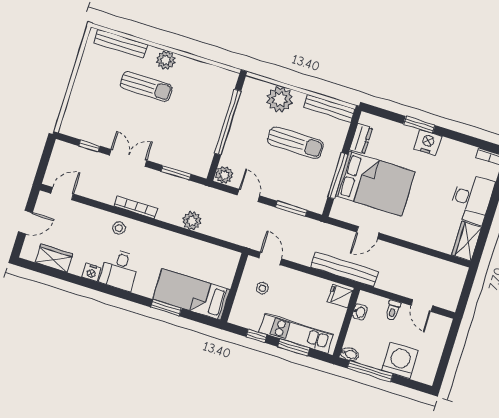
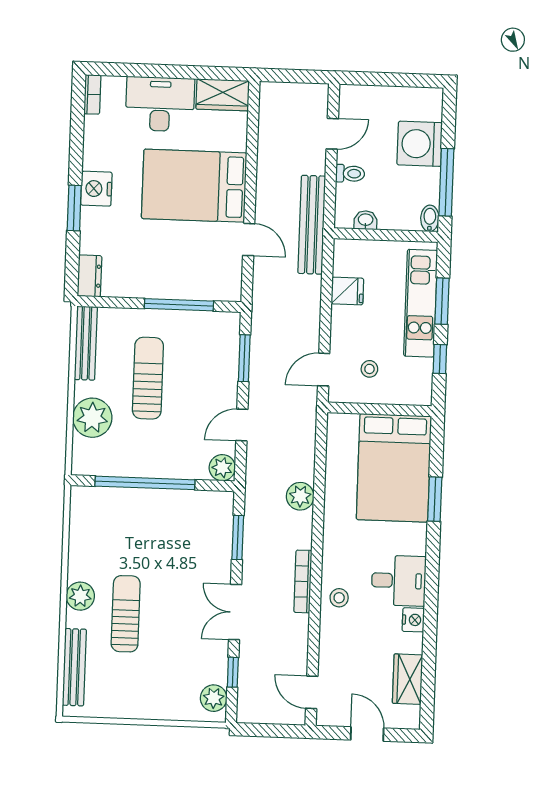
plant: (76, 129) -> (214, 698), added
dresser: (361, 139) -> (90, 276), moved, turned 90
bed: (375, 184) -> (194, 186), moved, turned -90
bench: (345, 269) -> (312, 225), moved
bed: (191, 294) -> (394, 468), width x1.50
fridge: (340, 296) -> (347, 291), moved, turned -90

